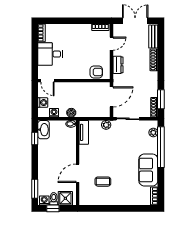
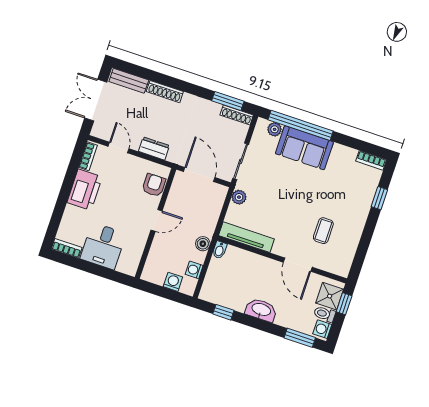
printer: (80, 32) -> (85, 190), added
door: (47, 81) -> (156, 220), moved
washbasin: (44, 130) -> (261, 310), moved
tv unit: (84, 132) -> (246, 237), width x1.41
sofa: (148, 170) -> (304, 148), moved
window: (53, 208) -> (344, 304), moved
window: (133, 208) -> (379, 198), added

